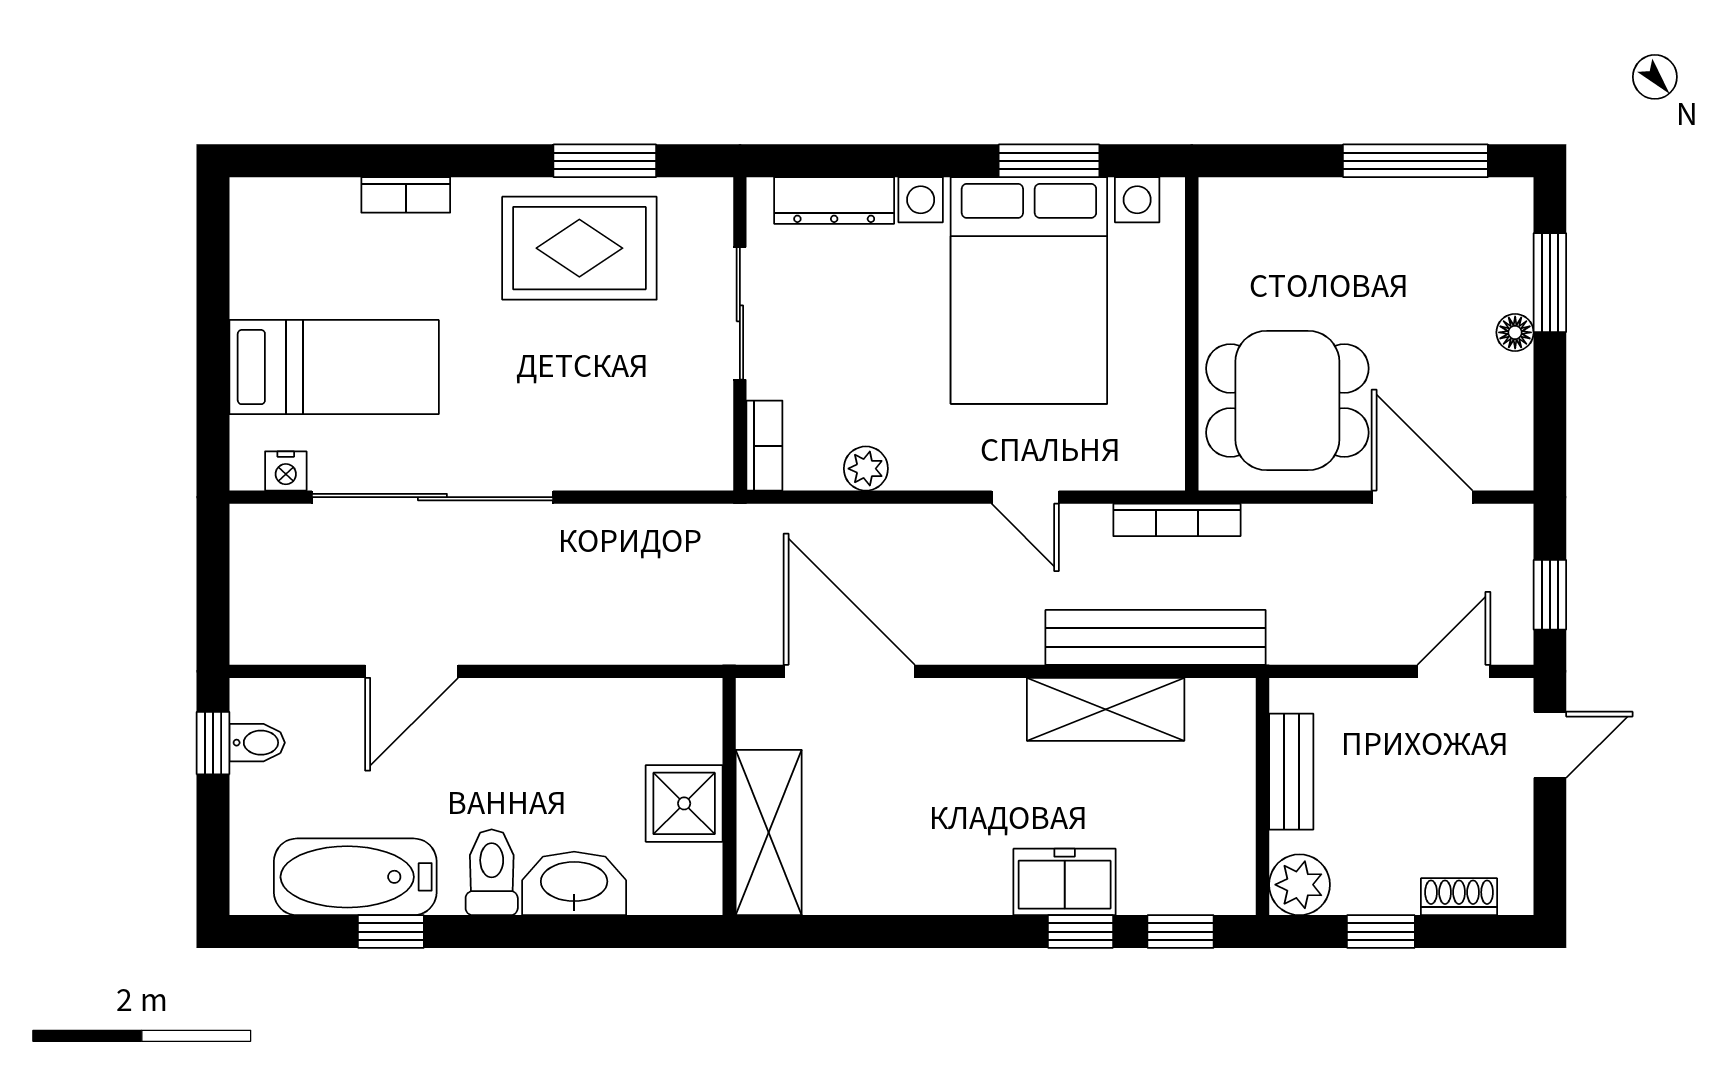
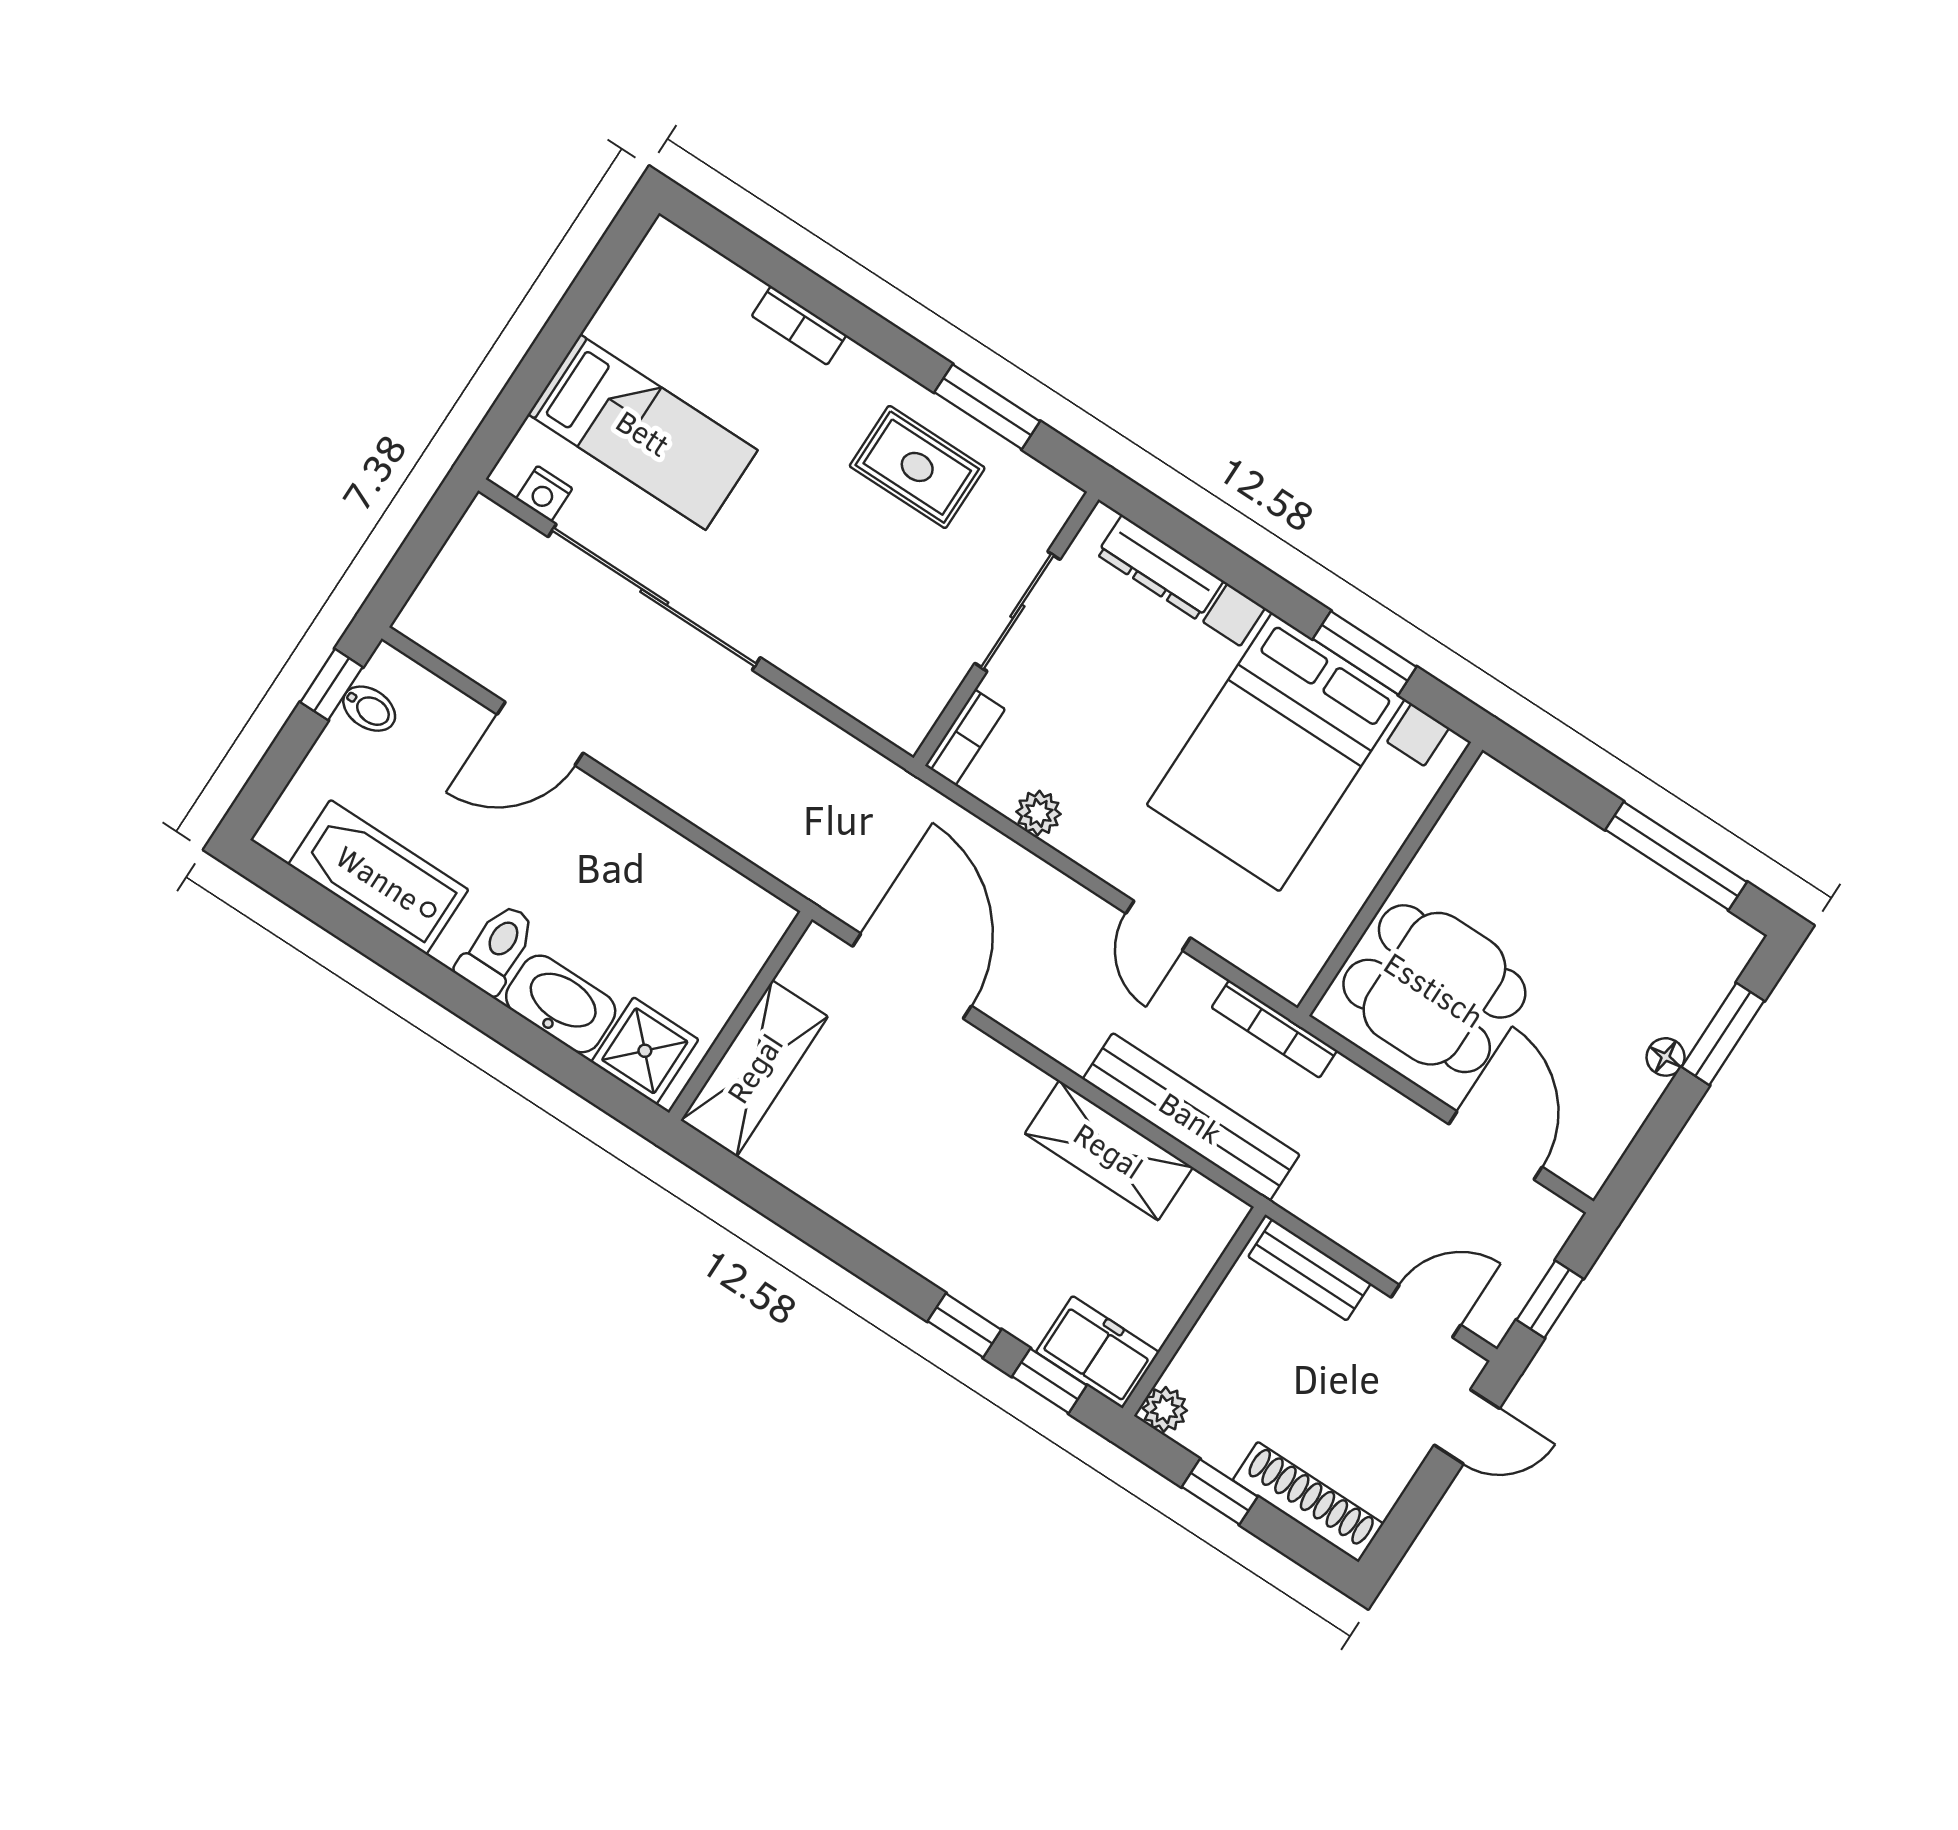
rug: (579, 248) -> (917, 467), width x0.73, depth x0.70
bench: (1291, 772) -> (1309, 1270), moved, turned 90
shower: (684, 803) -> (645, 1051), moved
freezer: (1065, 882) -> (1098, 1352), moved
plant: (1299, 885) -> (1165, 1409), width x0.73, depth x0.73
shoe rack: (1459, 897) -> (1308, 1502), width x1.94, depth x1.24
window: (391, 932) -> (378, 943), removed

